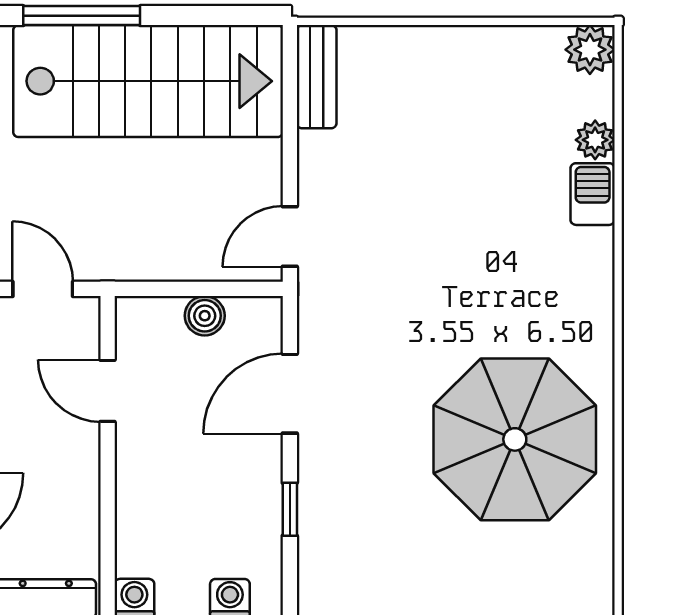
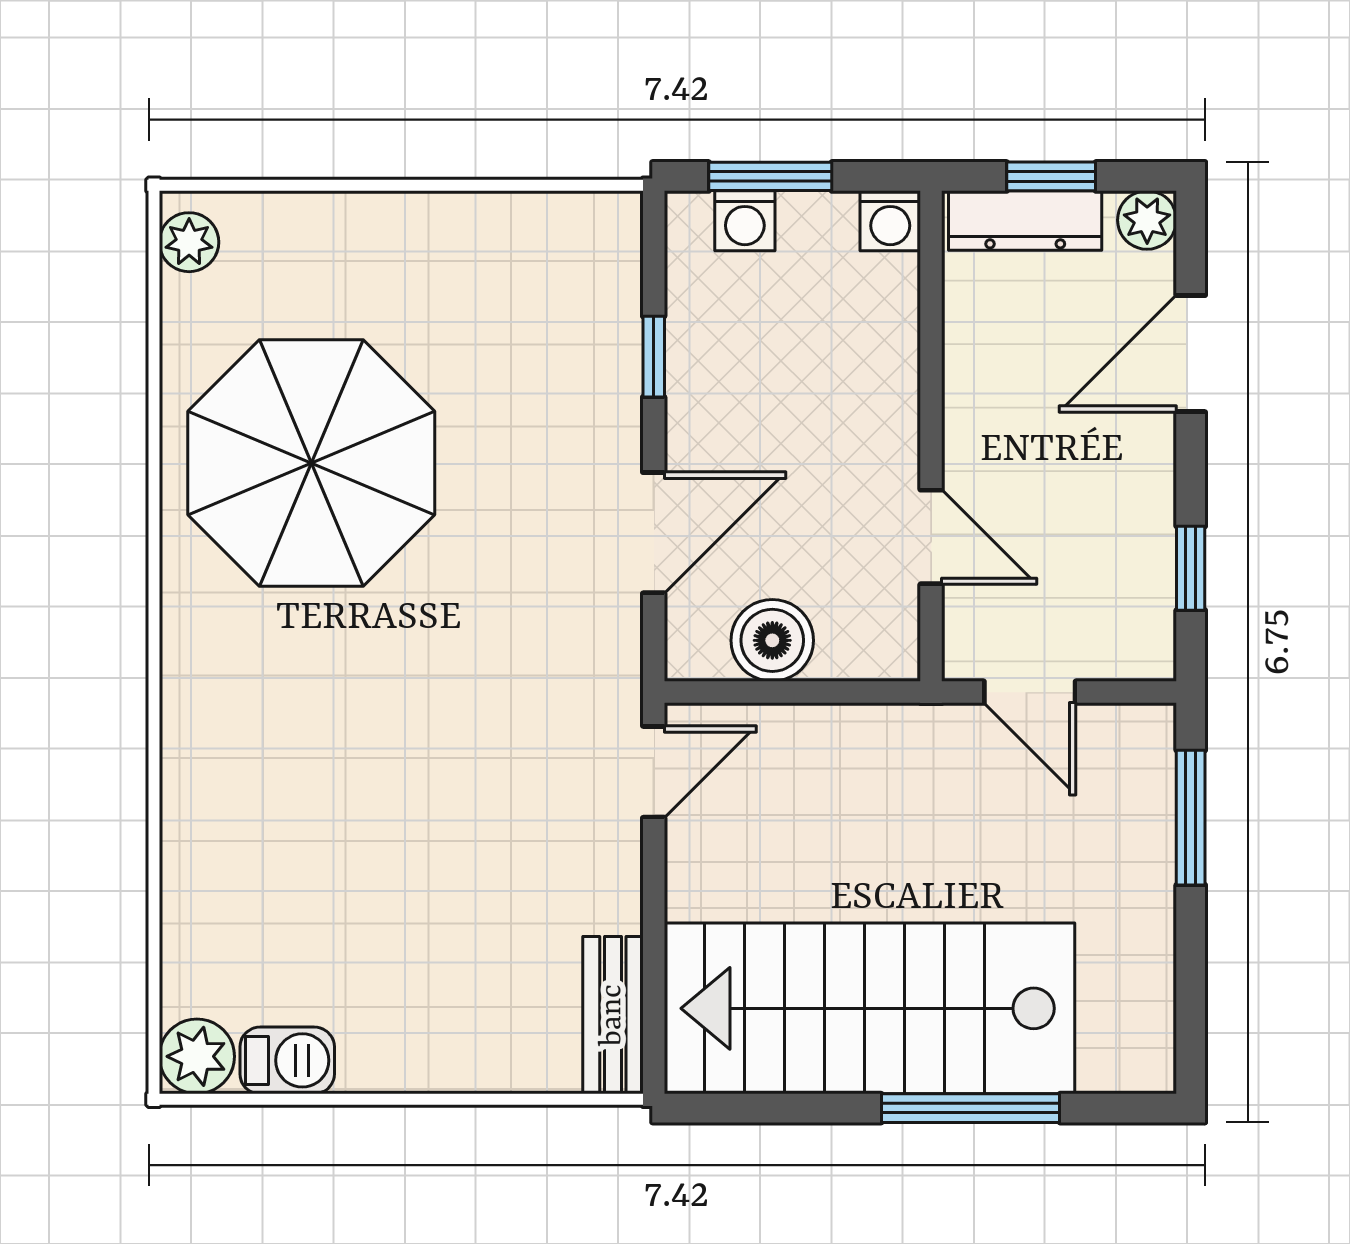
plant: (595, 140) -> (189, 242), moved
barbecue: (593, 194) -> (287, 1060), moved, turned -90
boiler: (205, 316) -> (772, 640), width x1.36, depth x1.36

